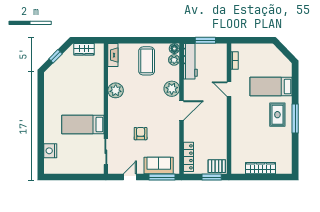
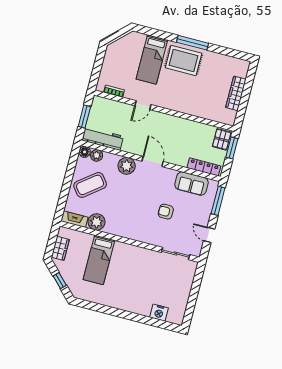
coffee table: (147, 61) -> (90, 185), turned -38
plant: (116, 90) -> (97, 222), moved
rug: (277, 115) -> (184, 61), width x1.36, depth x1.43
bed: (83, 125) -> (99, 260), moved
sofa: (159, 165) -> (191, 184), moved, turned -90

